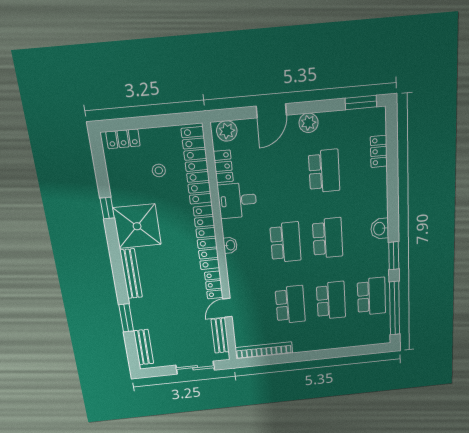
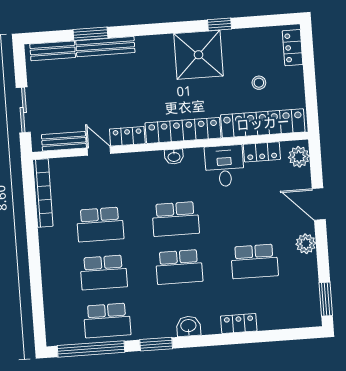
locker: (379, 151) -> (239, 323), moved
bench: (131, 274) -> (105, 47), moved

